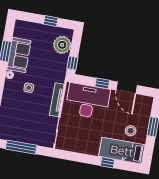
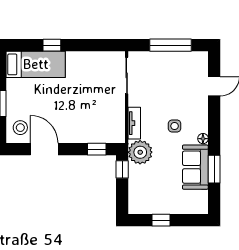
plant: (62, 45) -> (140, 152), moved
window: (102, 83) -> (97, 149), moved
tv unit: (57, 100) -> (134, 123), width x0.71
desk: (88, 101) -> (93, 122), removed
stool: (131, 131) -> (20, 128), moved

